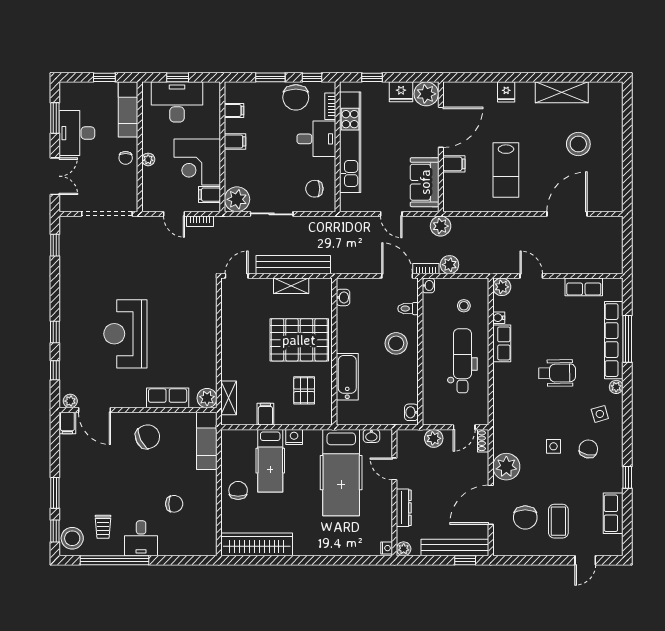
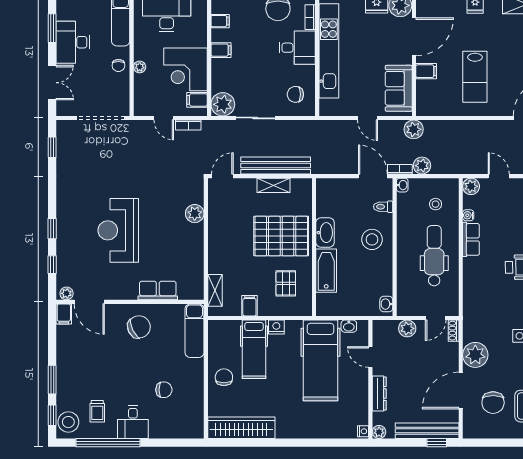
washbasin: (343, 297) -> (325, 233), moved, width x1.91, depth x1.45
plant: (207, 398) -> (195, 214), moved

